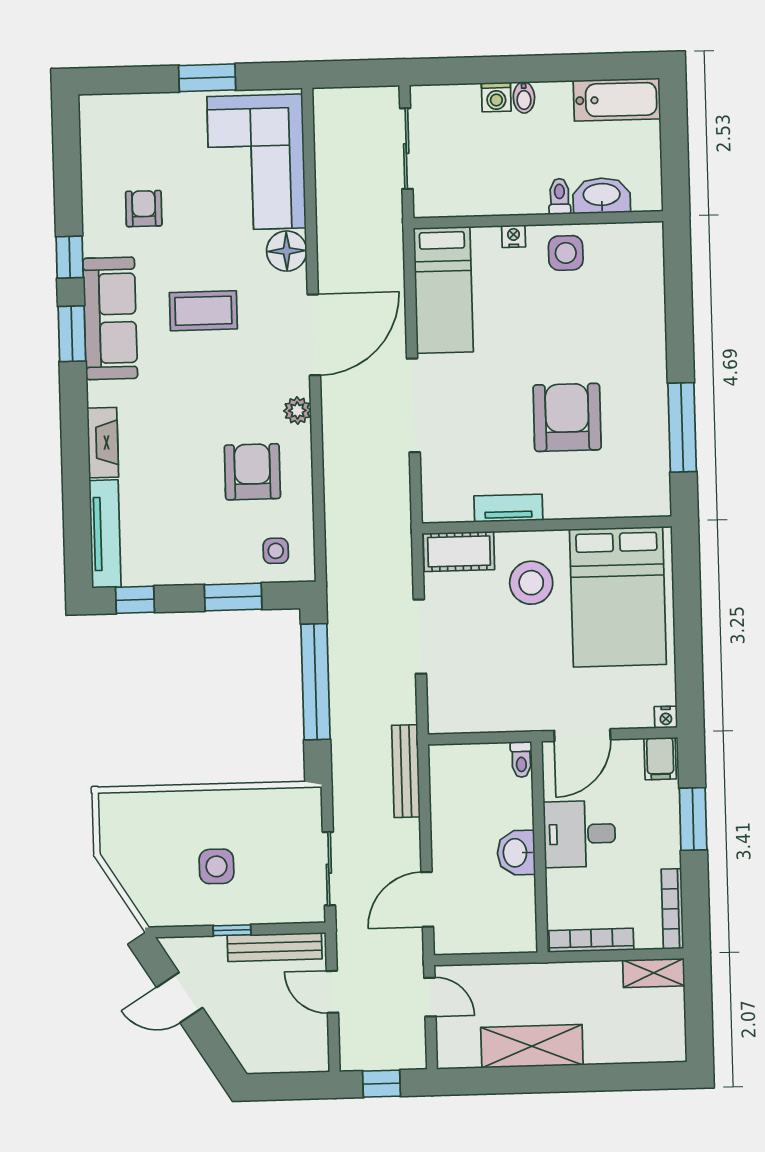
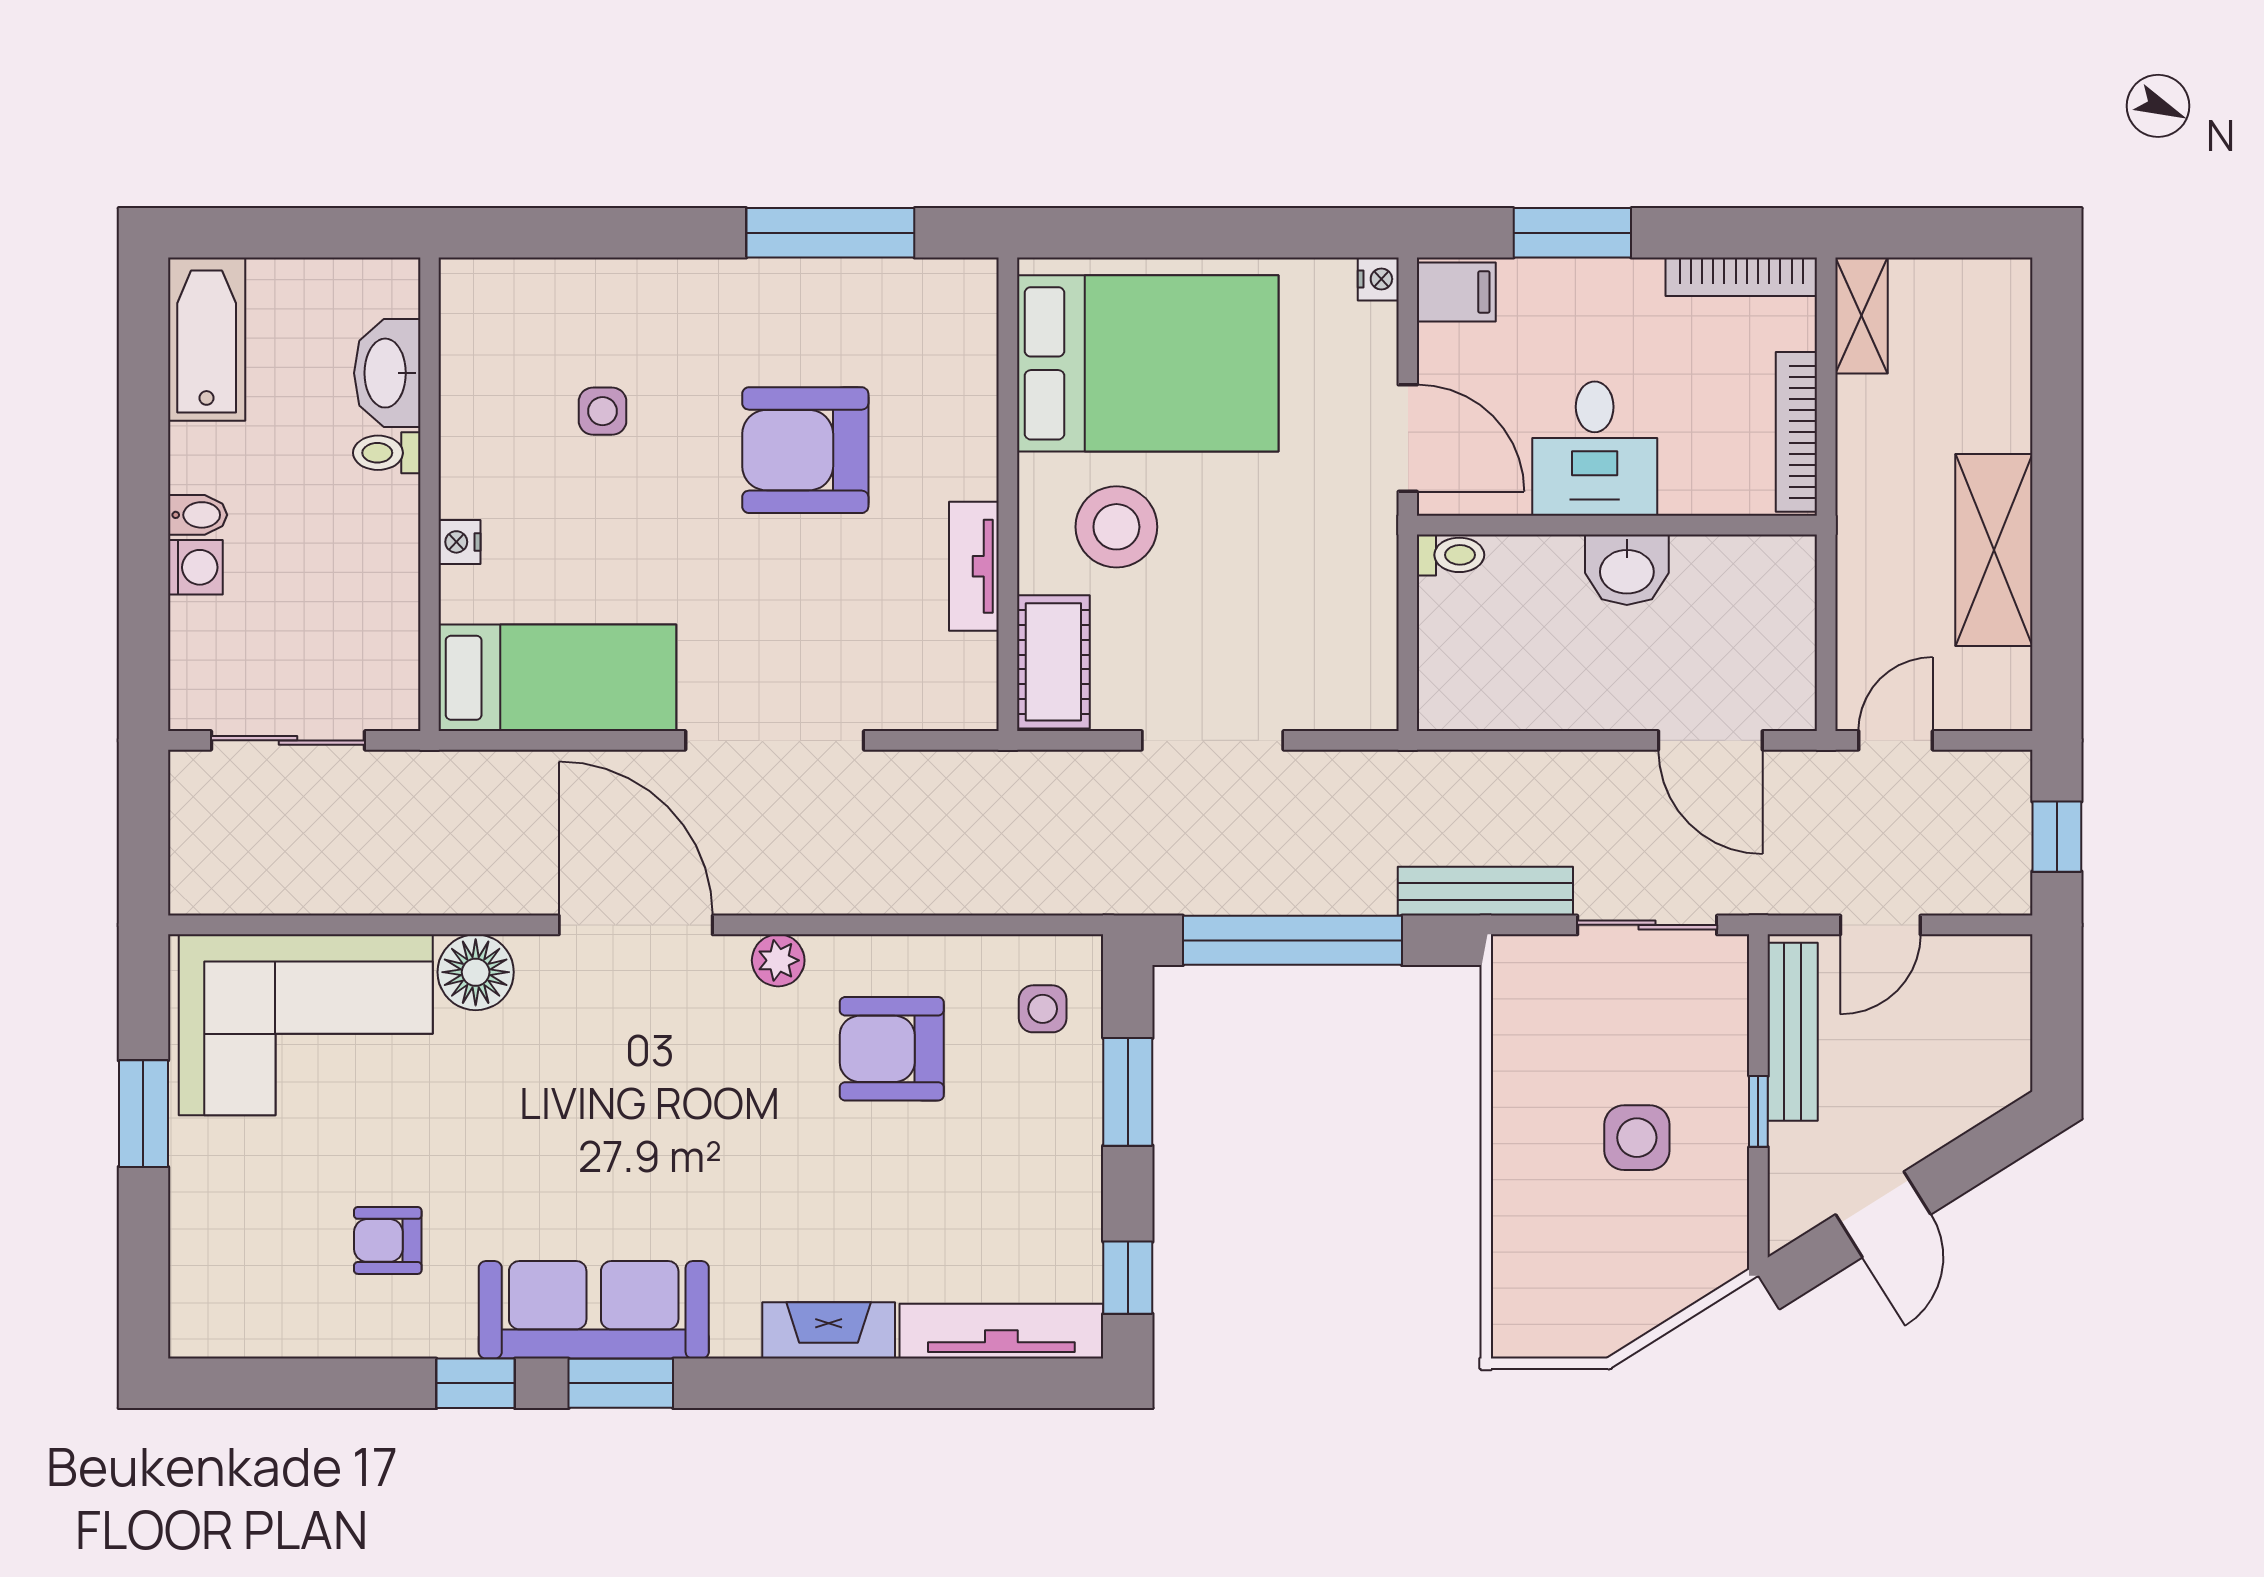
side table: (566, 253) -> (603, 411), moved, width x0.73, depth x0.73
coffee table: (203, 311) -> (584, 1133), removed
bench: (406, 771) -> (1485, 891), moved

